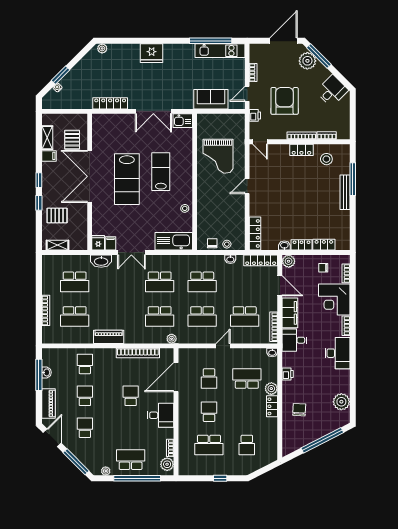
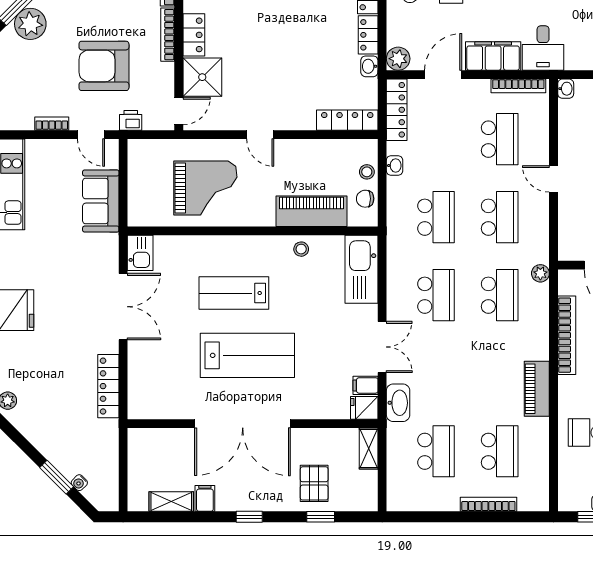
pallet: (72, 140) -> (175, 456), removed
shower: (278, 155) -> (202, 77), added
window: (39, 203) -> (321, 517), moved
piano: (205, 214) -> (312, 211), added
shelving: (58, 245) -> (369, 449), moved

